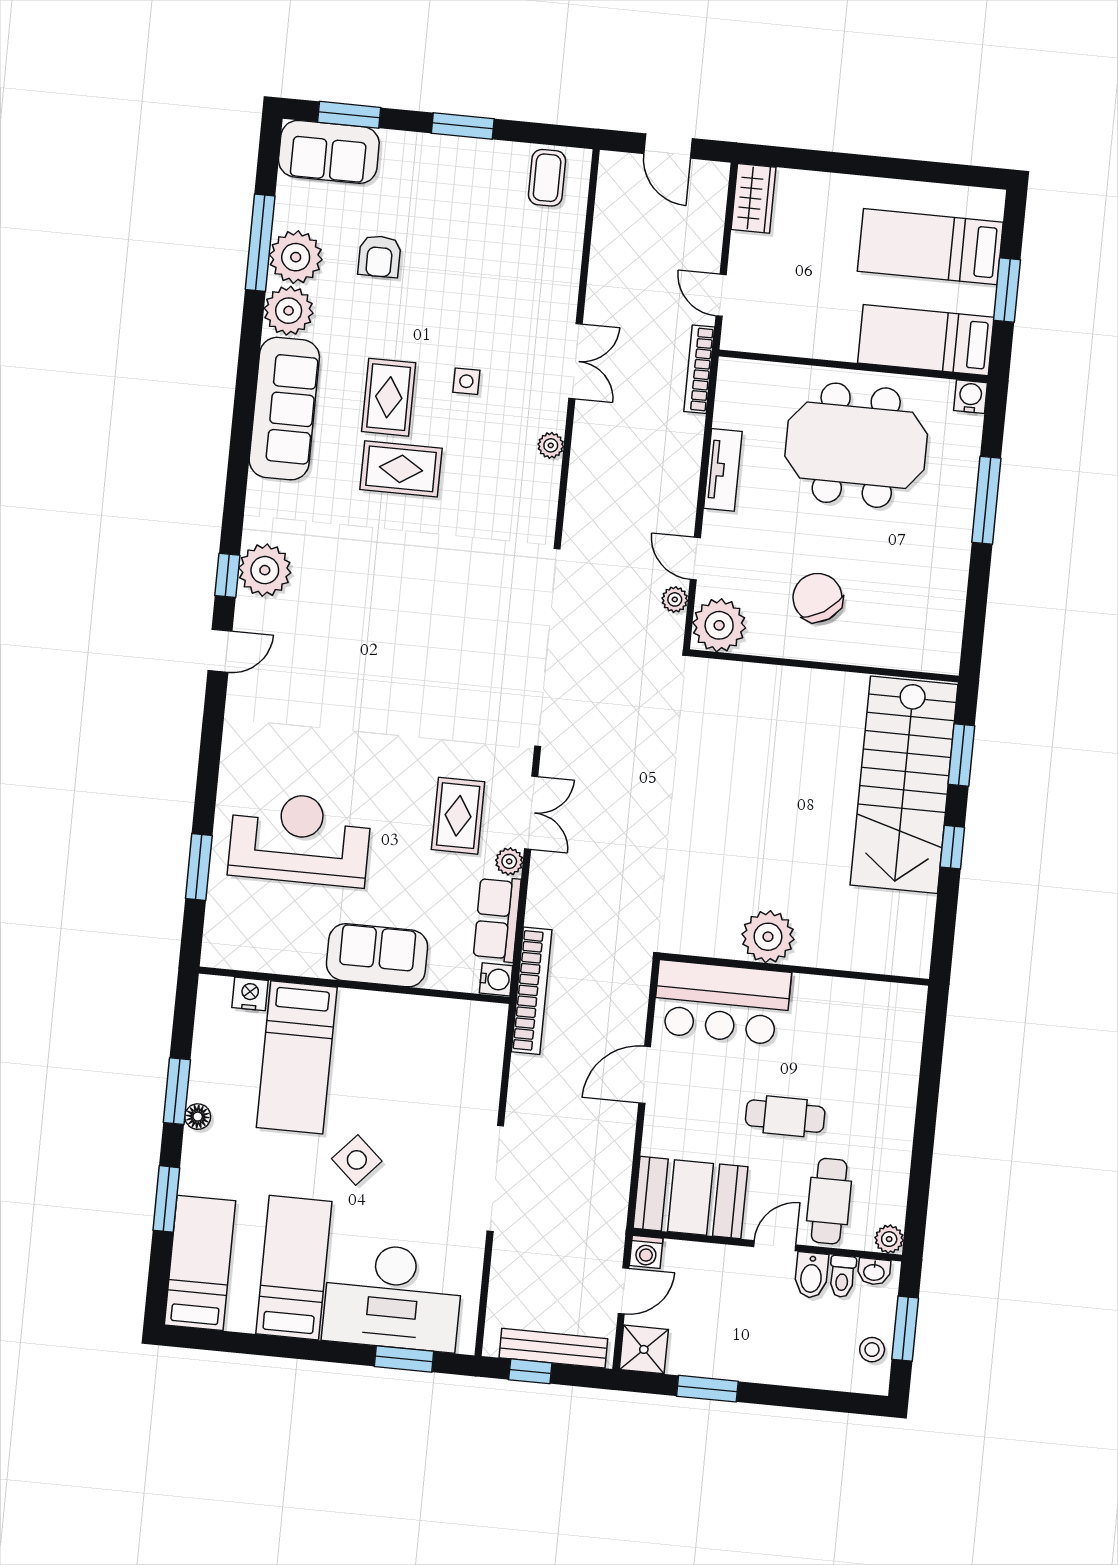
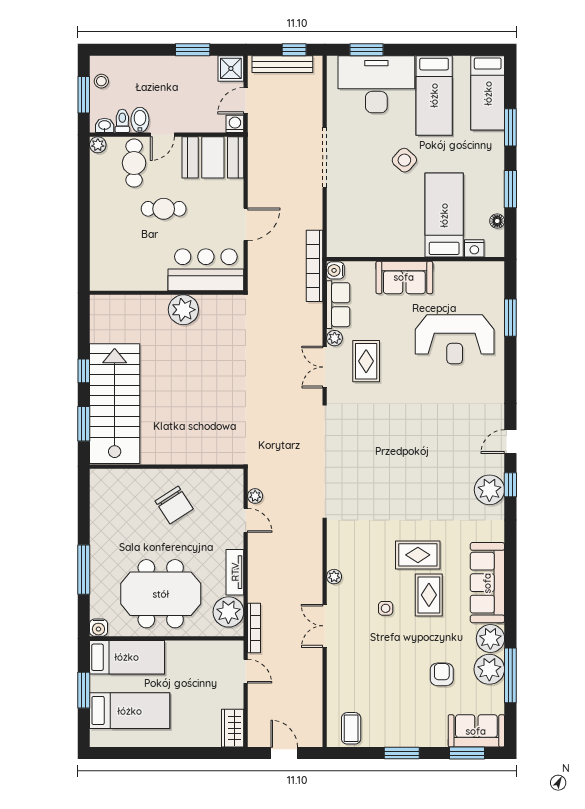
plant: (719, 625) -> (228, 612), moved
floor lamp: (198, 1117) -> (497, 221), moved

